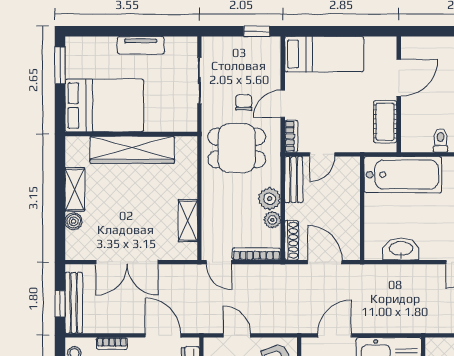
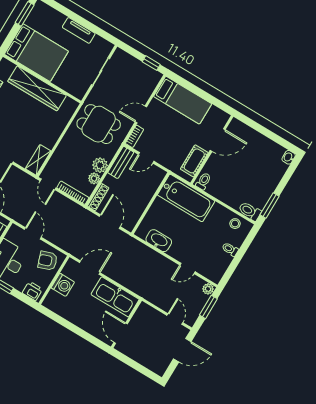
chair: (244, 102) -> (119, 100), removed
toilet: (440, 140) -> (203, 181), moved
shelving: (188, 221) -> (38, 160), moved

